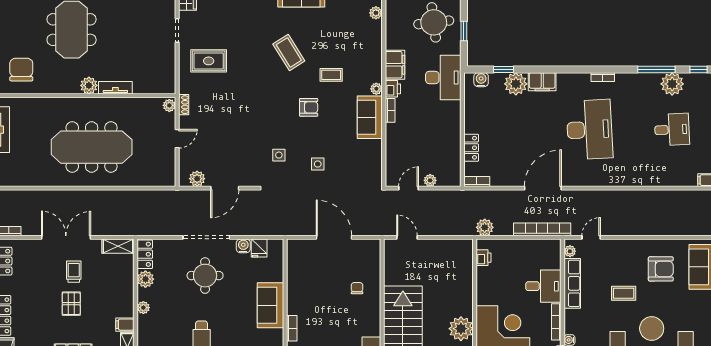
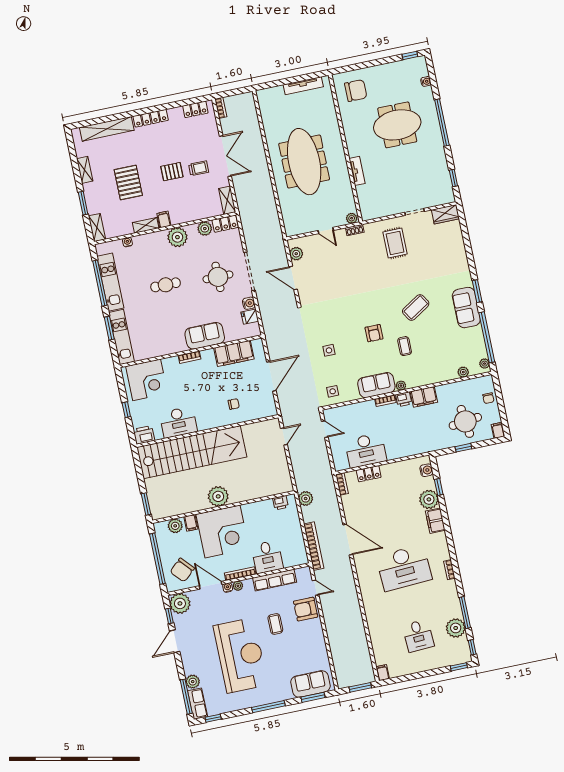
desk: (443, 77) -> (366, 450), moved
plant: (89, 85) -> (354, 149), removed
side table: (279, 155) -> (333, 391), moved
plant: (430, 180) -> (335, 446), removed
plant: (570, 251) -> (238, 586), moved
armchair: (661, 269) -> (306, 609), moved, turned 90
filing cabinet: (298, 276) -> (234, 353), added
plant: (143, 308) -> (177, 237), width x1.88, depth x1.88

